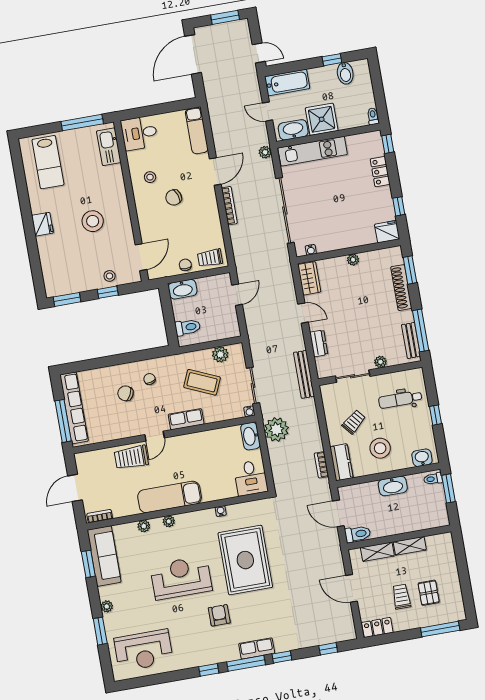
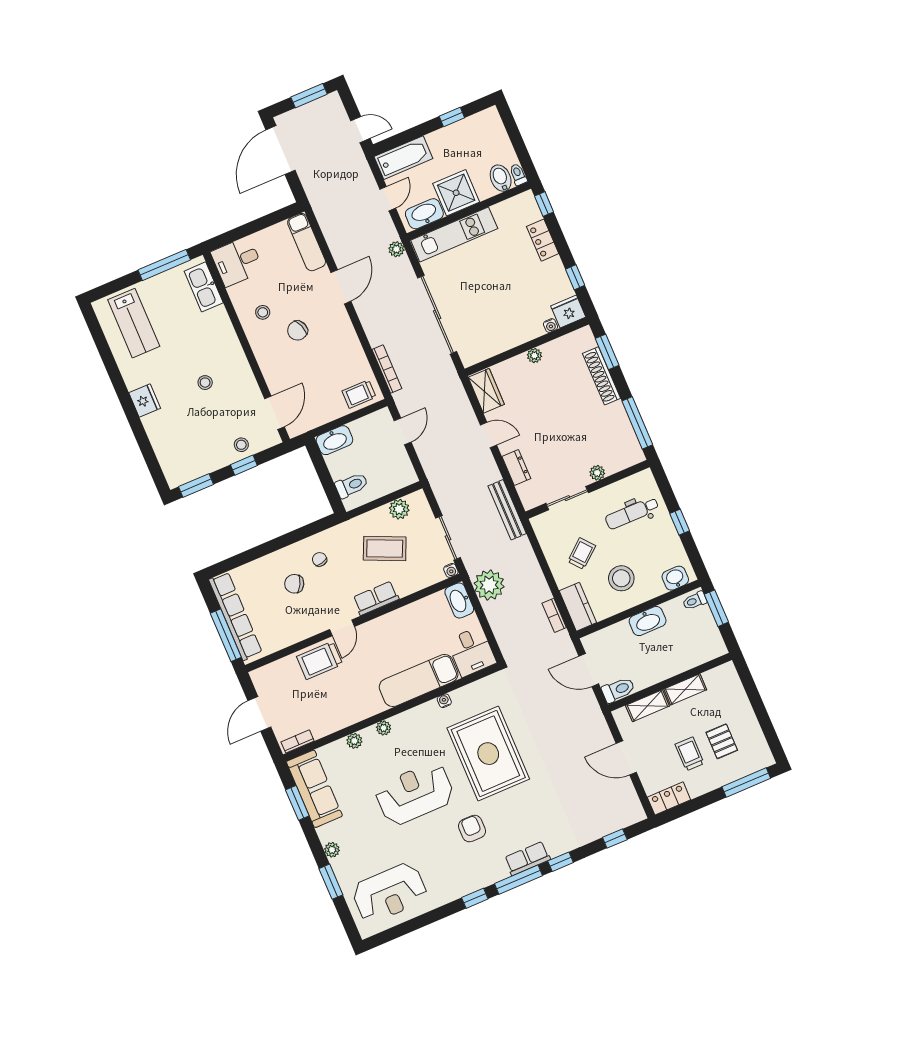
bidet: (345, 73) -> (501, 178), moved, turned 180
door: (267, 112) -> (388, 199), swing flipped
bookcase: (229, 206) -> (387, 369), moved
stool: (93, 221) -> (205, 383), width x0.53, depth x0.53
water cooler: (311, 250) -> (551, 326), moved
chair: (185, 265) -> (331, 410), removed
bench: (411, 341) -> (628, 438), removed
exam couch: (170, 497) -> (419, 681), moved

